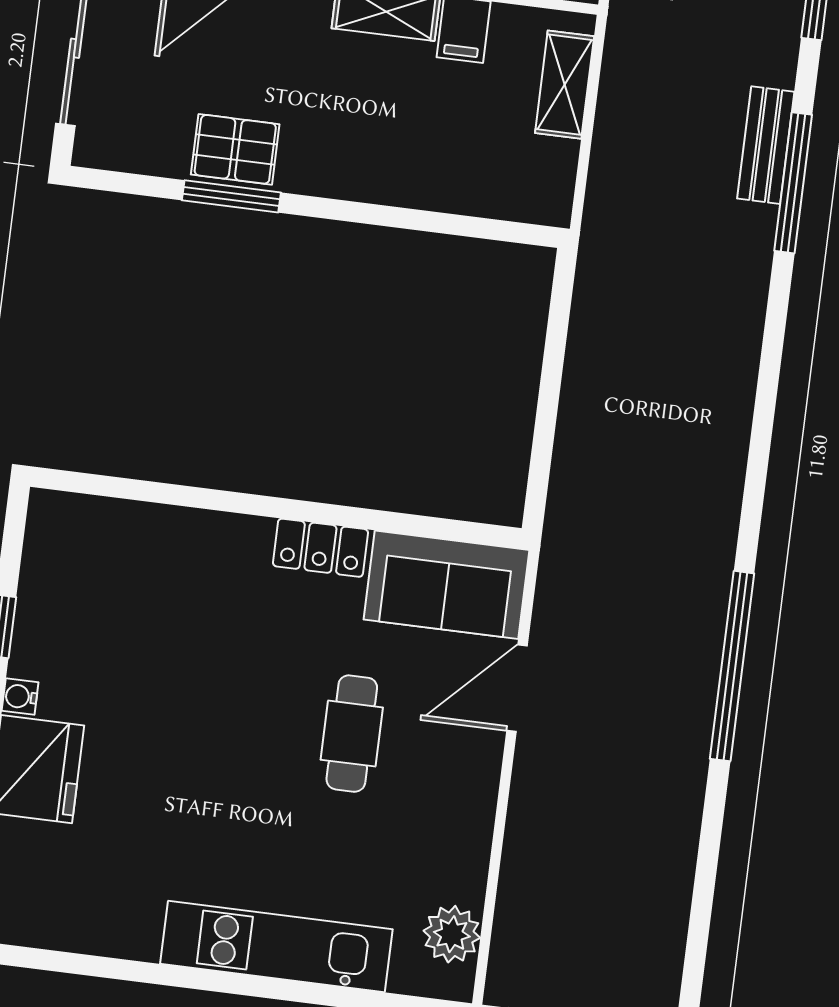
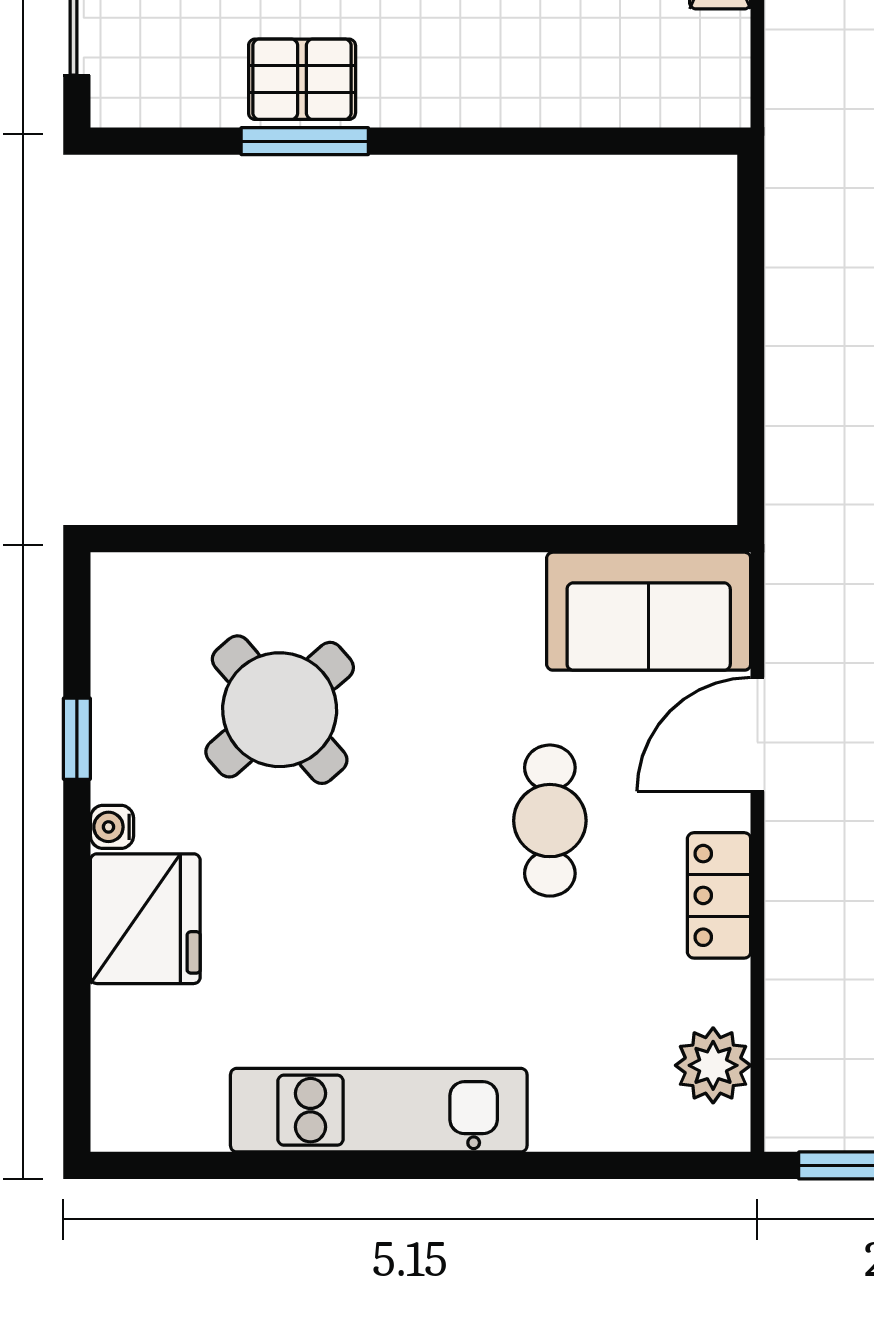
locker: (320, 548) -> (719, 895), moved, turned 90
round table: (158, 624) -> (280, 710), added
kitchen unit: (276, 946) -> (379, 1110), moved

